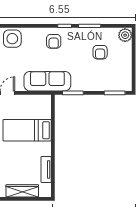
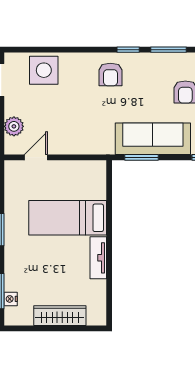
sofa: (47, 81) -> (153, 139), moved
tv unit: (46, 169) -> (98, 258), moved

